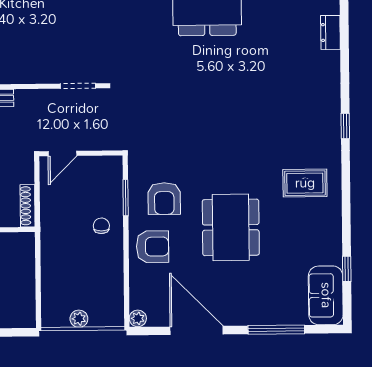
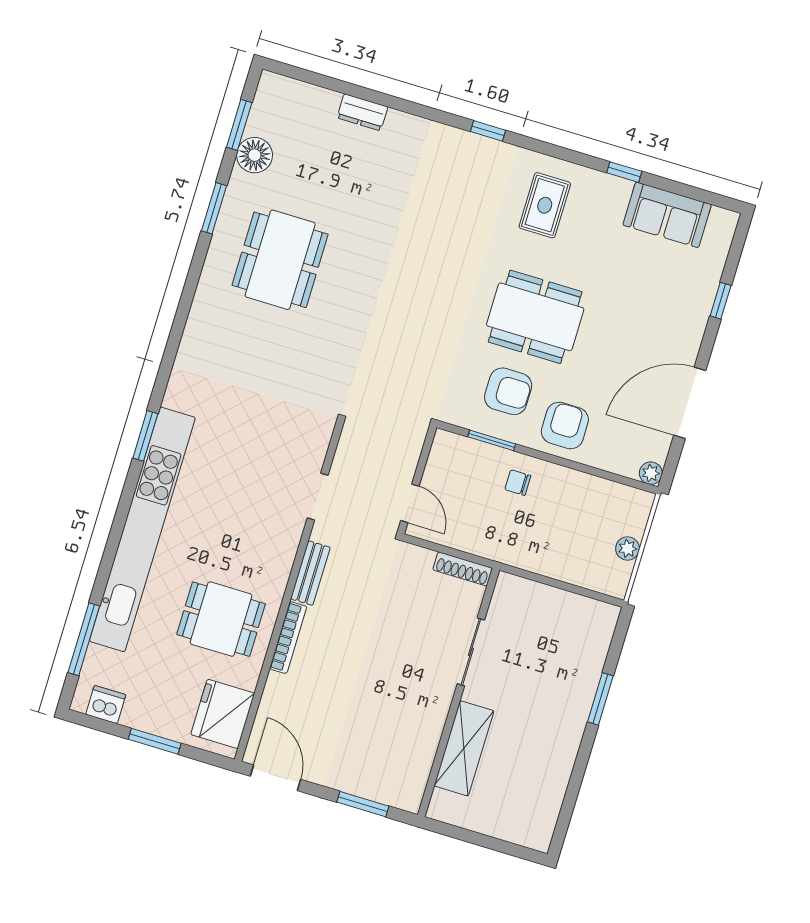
doorway: (78, 86) -> (318, 497), moved
dining table: (231, 227) -> (535, 317), moved
window: (347, 269) -> (624, 172), moved
sofa: (326, 295) -> (667, 215), moved
window: (276, 330) -> (721, 301), width x0.46

